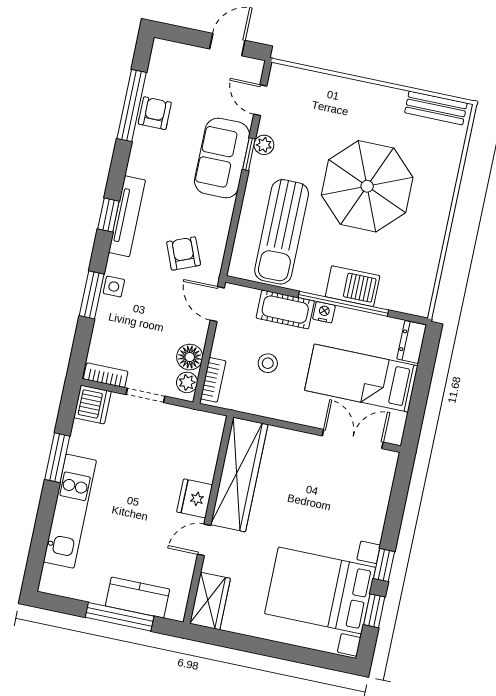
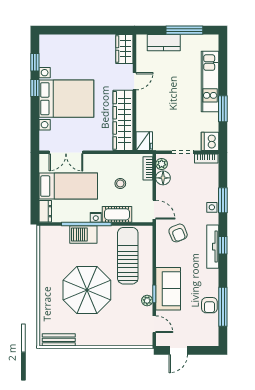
fridge: (195, 498) -> (144, 141), moved
bed with nightstands: (320, 590) -> (66, 99), moved
window: (120, 617) -> (184, 30), moved

